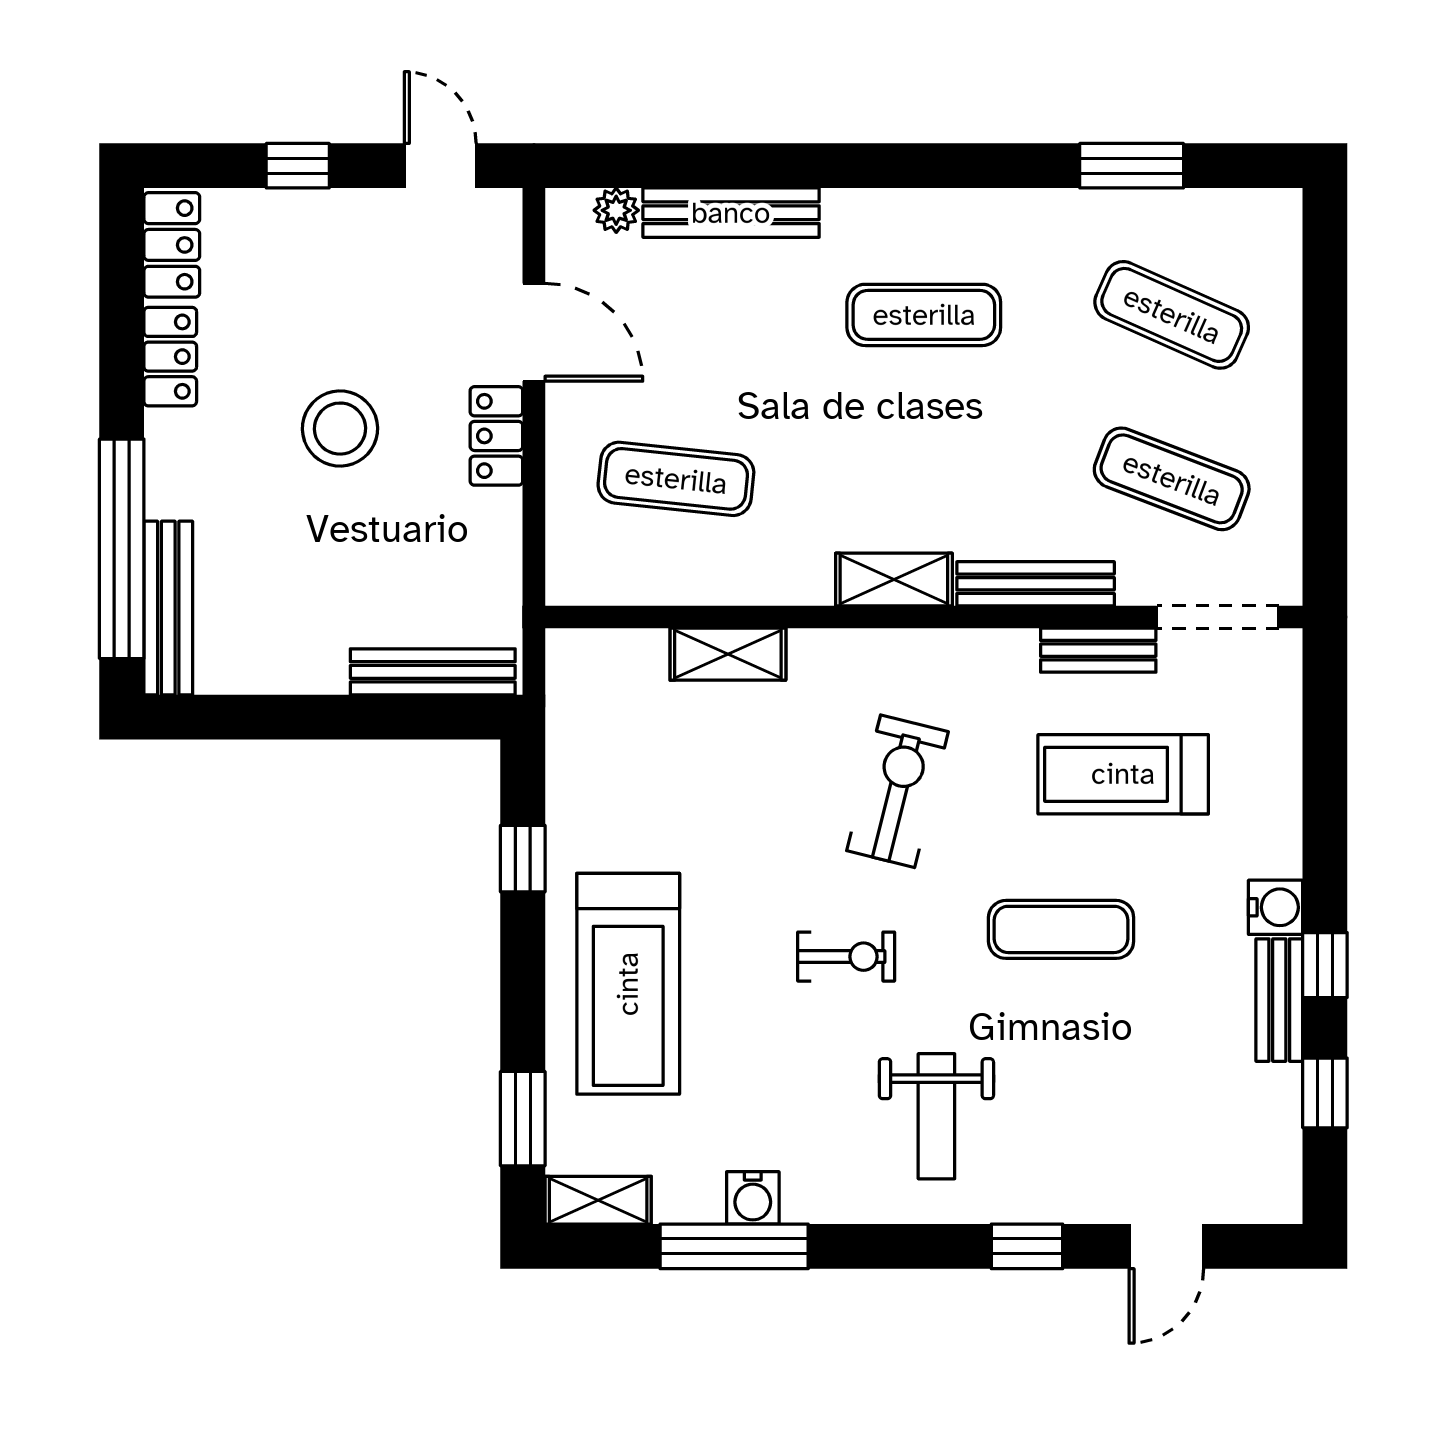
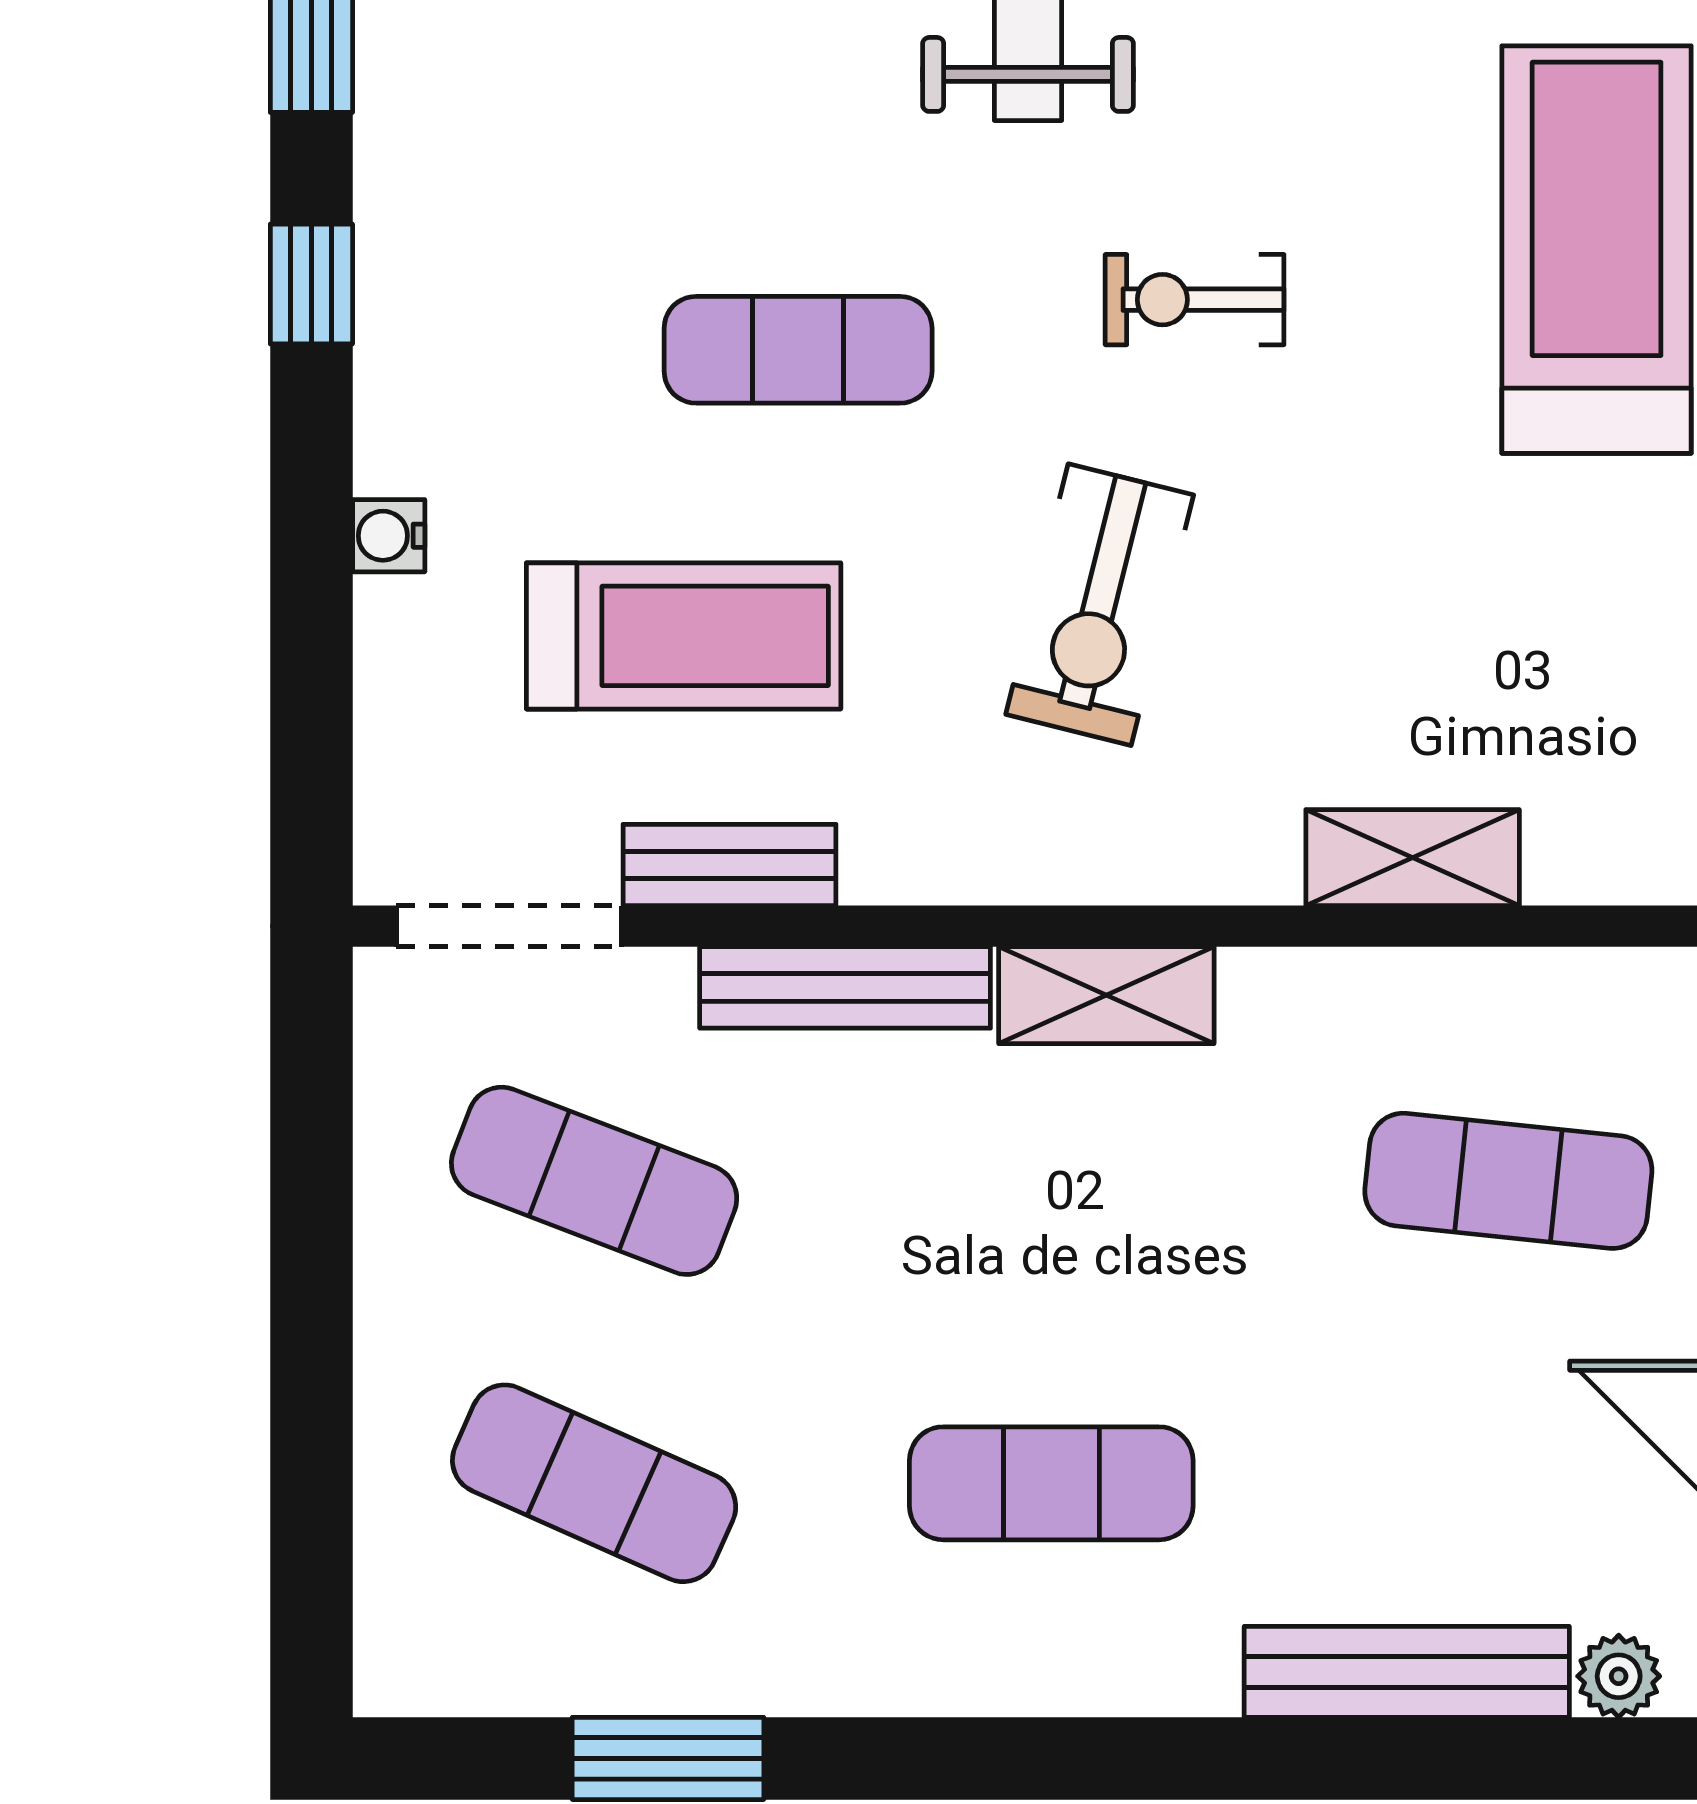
water cooler: (1276, 907) -> (389, 536), moved, width x0.72, depth x0.72
bench: (1279, 1000) -> (396, 220), removed

